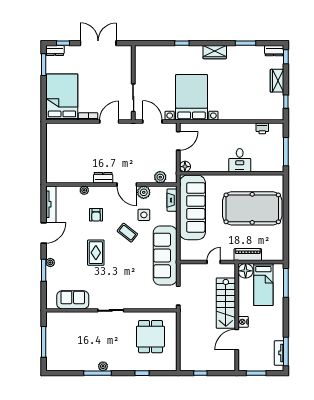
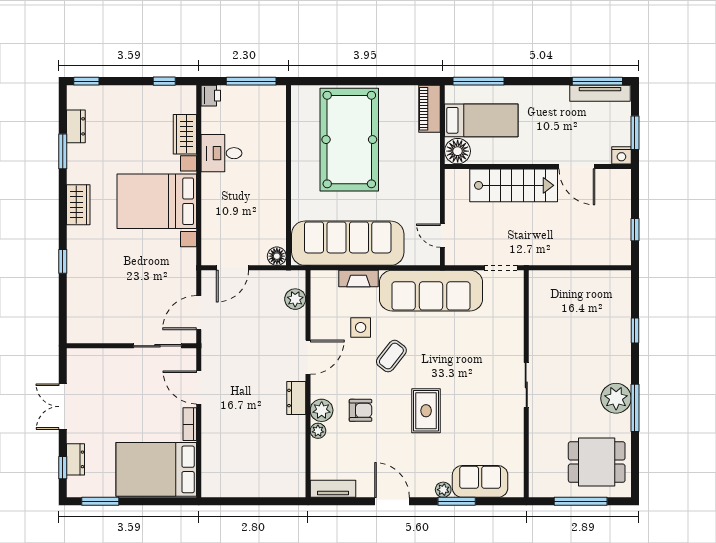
double door: (98, 43) -> (63, 407), width x0.73
dresser: (55, 50) -> (76, 459), moved
dresser: (274, 51) -> (76, 126), moved
wardrobe: (277, 81) -> (185, 134), moved, turned 90
bed with nightstands: (192, 97) -> (157, 201), moved
printer: (262, 128) -> (211, 96), moved
door: (178, 141) -> (232, 268), swing flipped
desk: (240, 160) -> (221, 153), moved, turned 180
plant: (144, 192) -> (322, 410), moved
fireplace: (172, 200) -> (358, 279), moved
tv unit: (51, 204) -> (333, 489), width x0.71
rug: (96, 253) -> (426, 411), turned 90
piano: (248, 255) -> (429, 109), moved
door: (214, 262) -> (442, 236), moved
sofa: (73, 300) -> (480, 481), moved, turned 90
nightstand: (243, 322) -> (621, 155), moved
dining table: (150, 337) -> (597, 462), moved
tv unit: (279, 353) -> (600, 93), width x1.41
plant: (103, 366) -> (616, 398), width x1.88, depth x1.88

